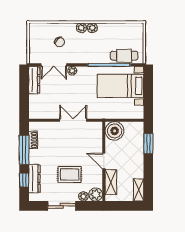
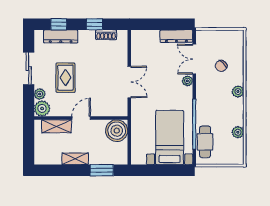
plant: (92, 28) -> (238, 132), moved
window: (24, 150) -> (95, 24), width x0.46
shelving: (139, 190) -> (75, 159), moved

